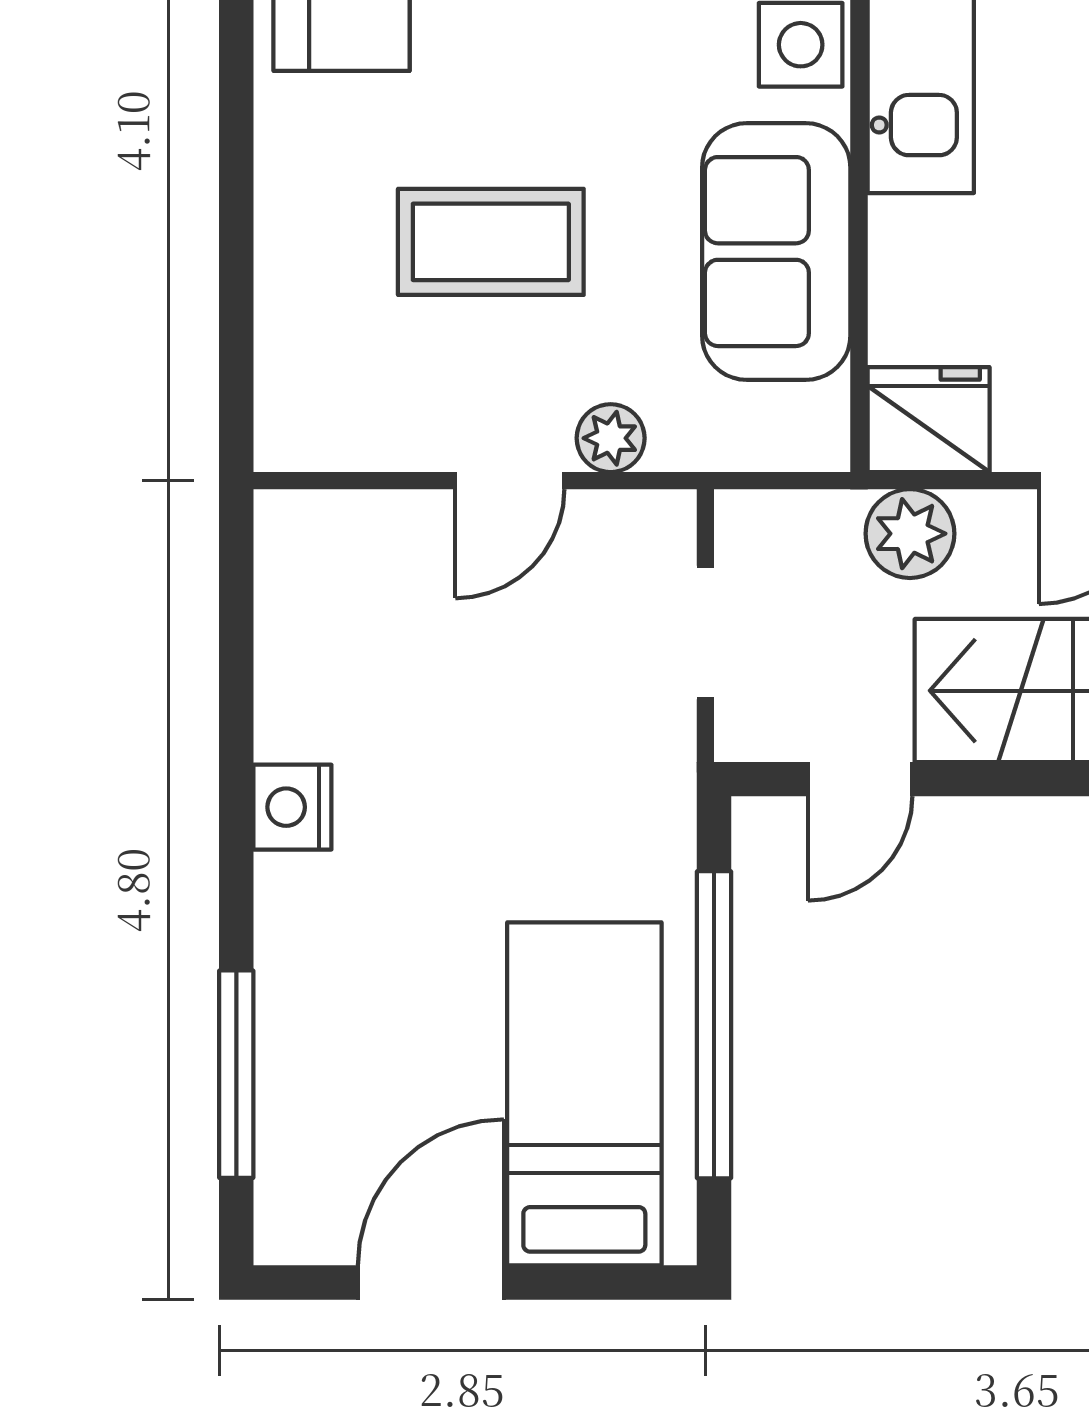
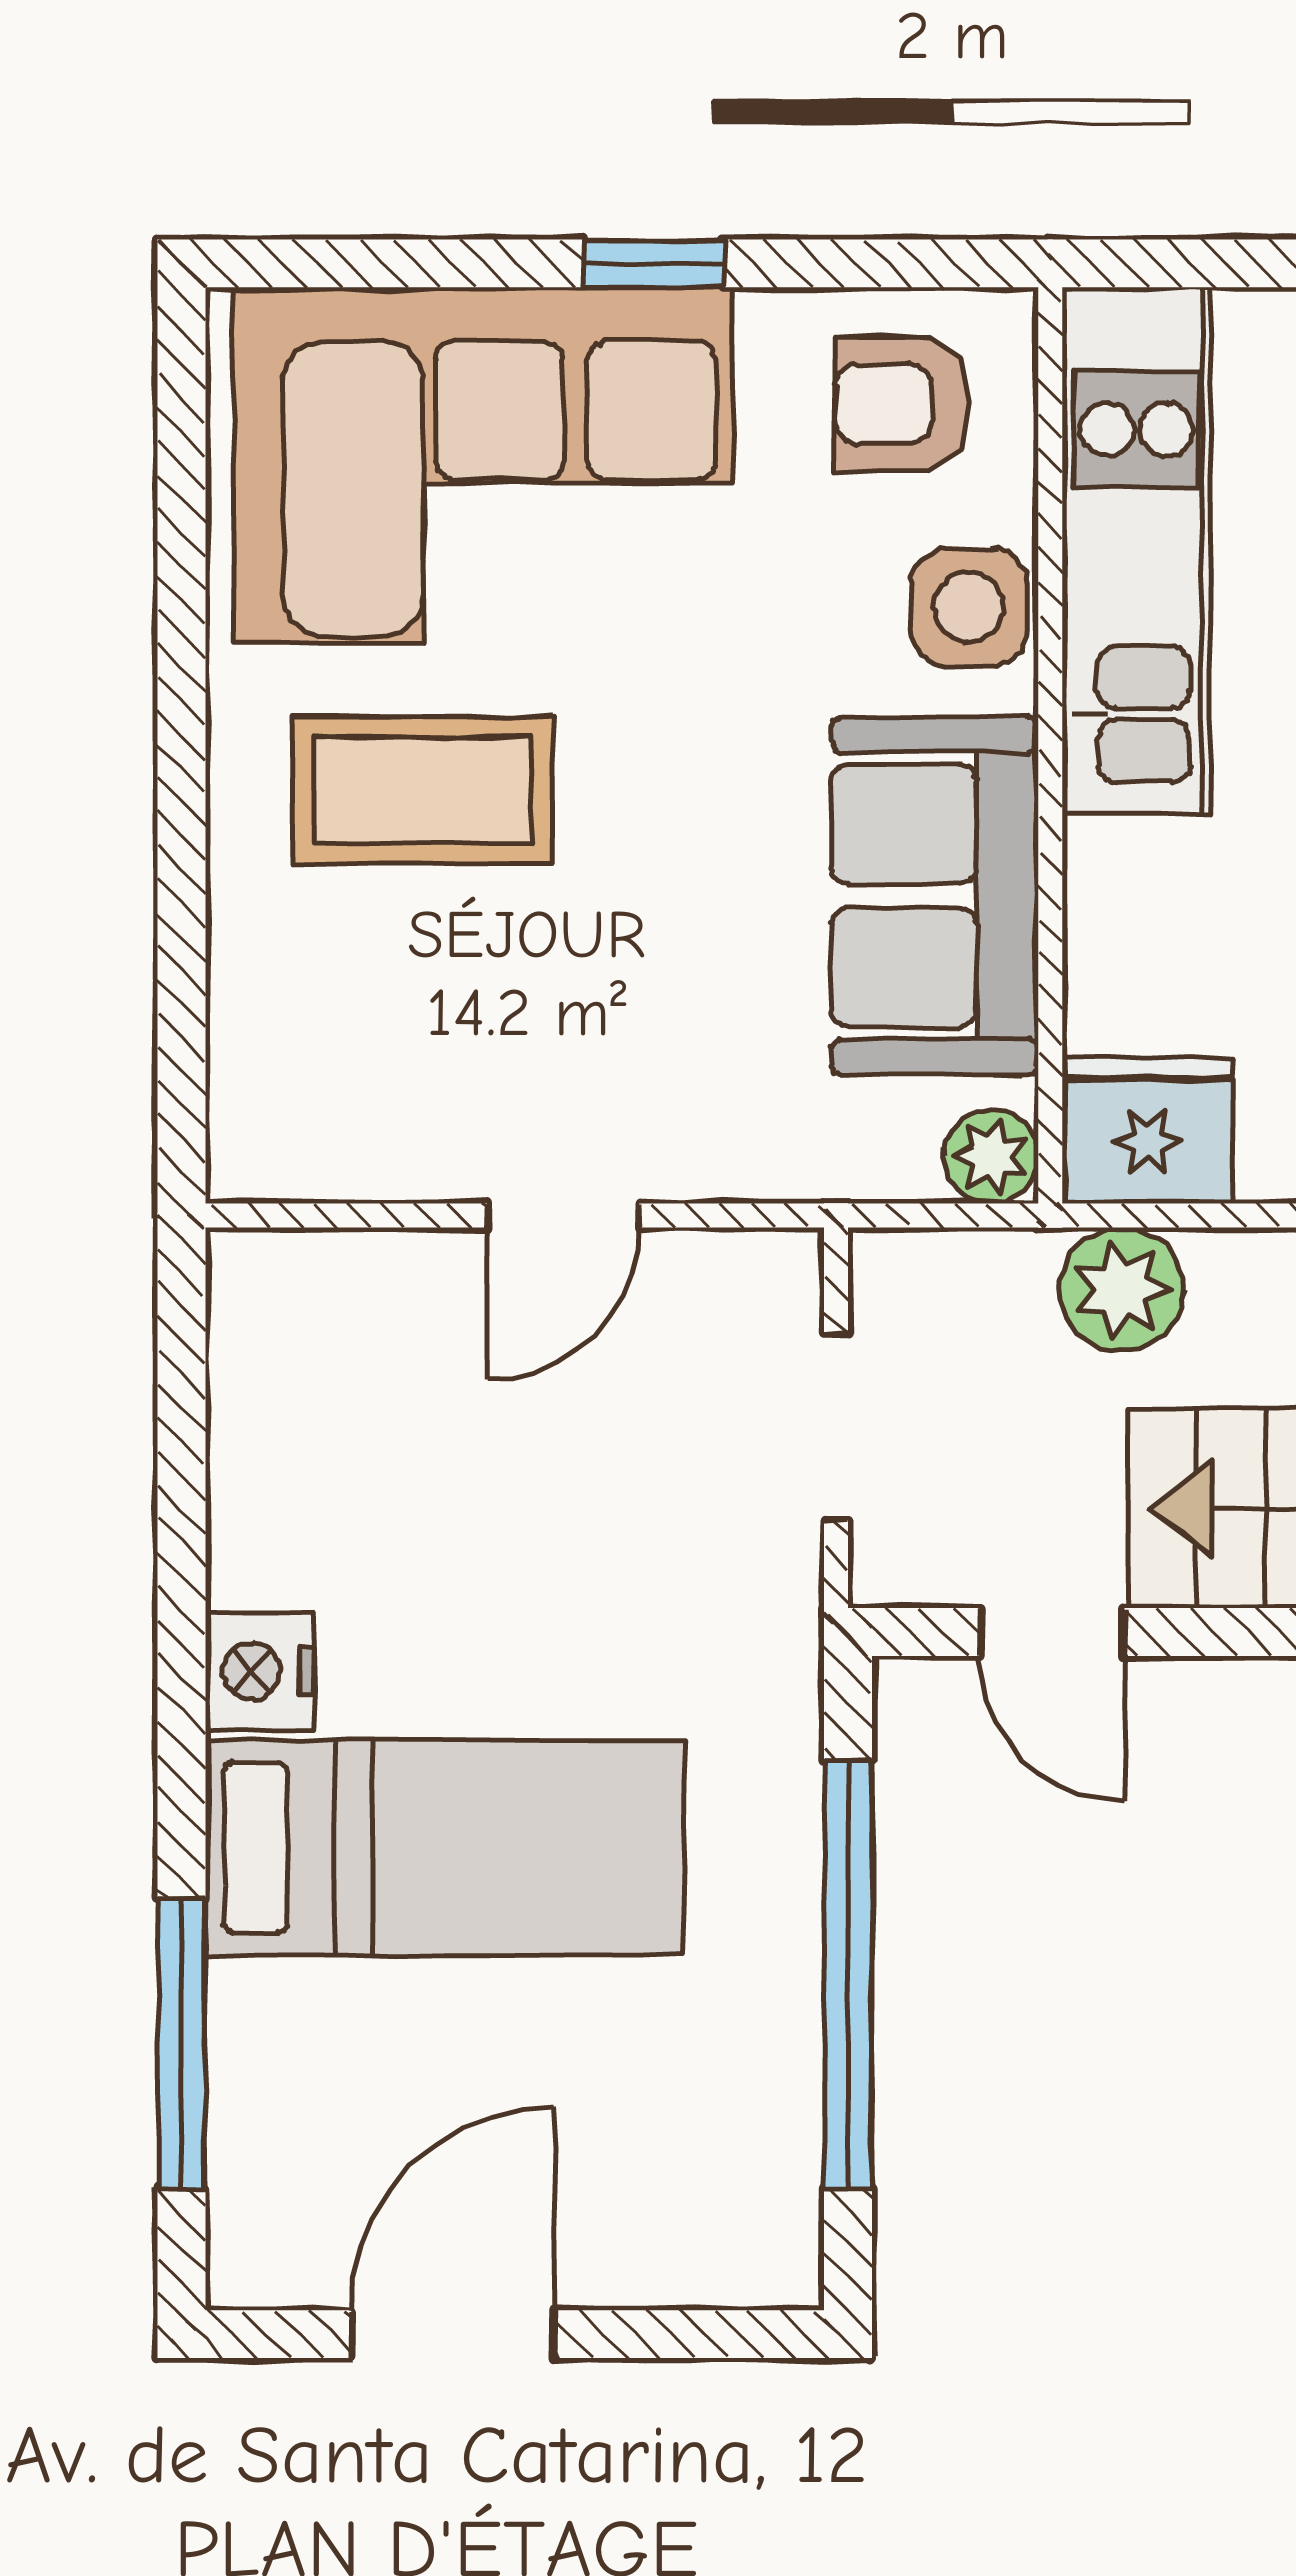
coffee table: (491, 242) -> (423, 790), moved
plant: (611, 438) -> (991, 1156), moved
door: (860, 779) -> (1052, 1632), hinge flipped
bed: (584, 1094) -> (445, 1847), moved, turned 90

